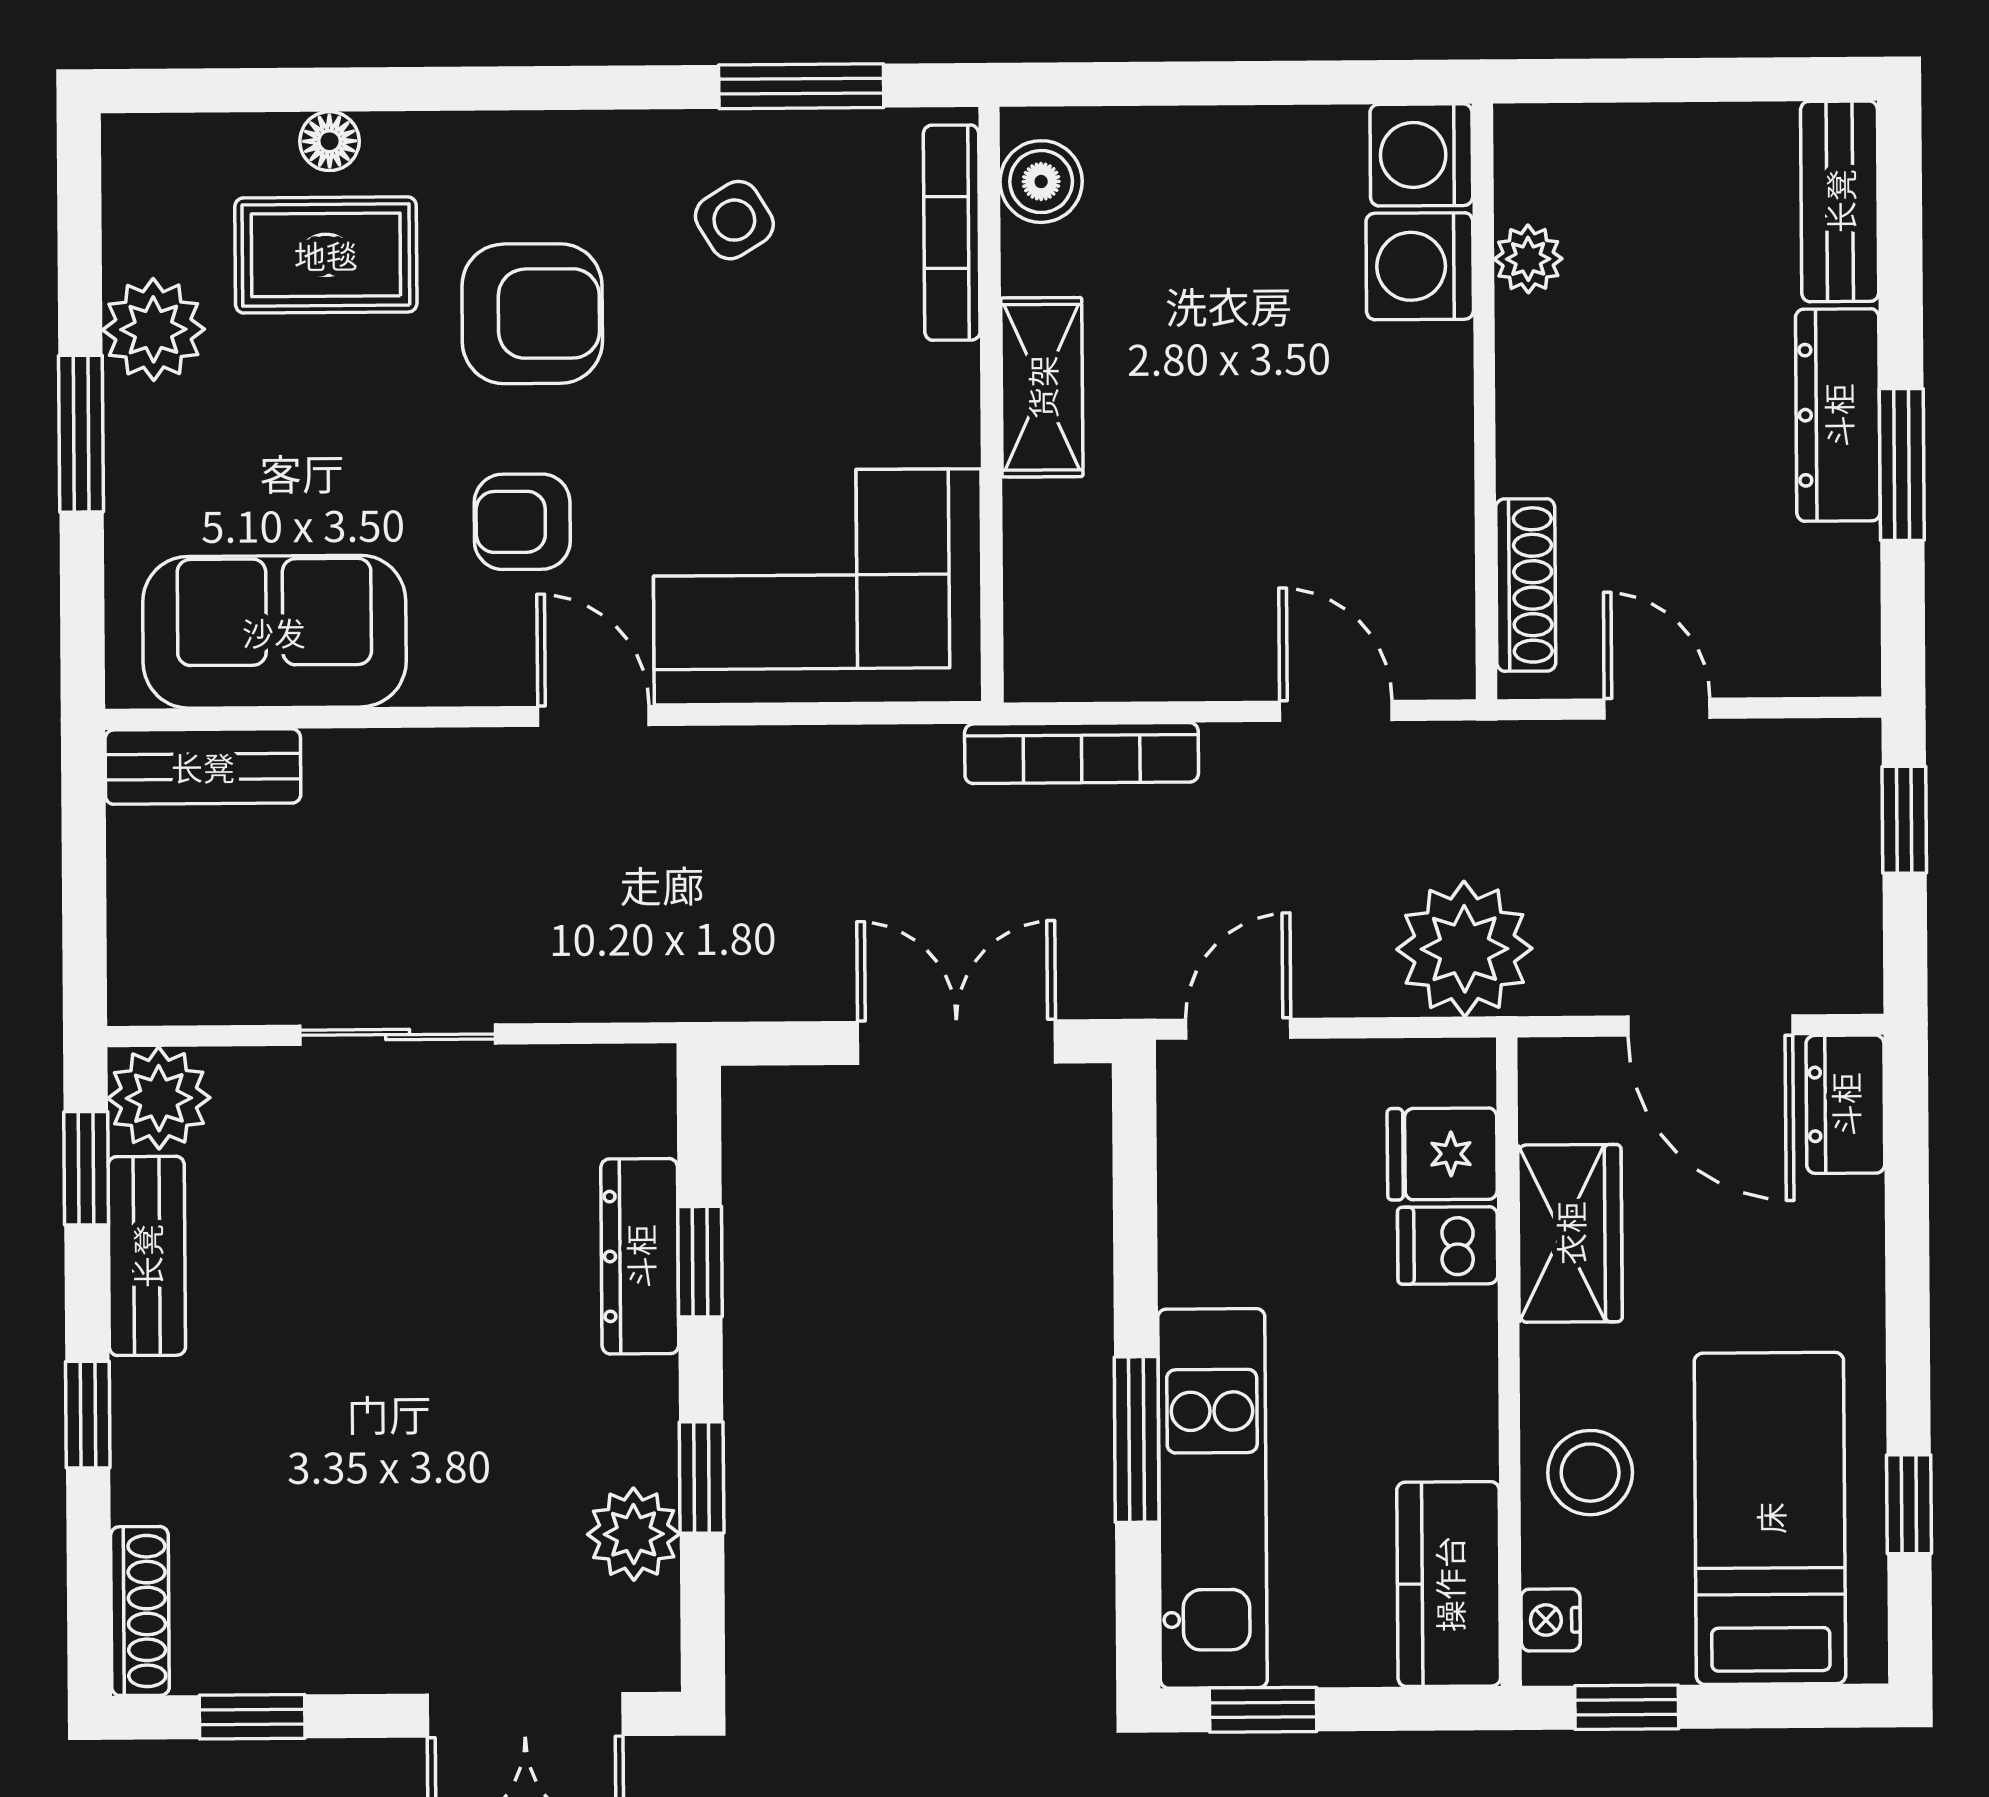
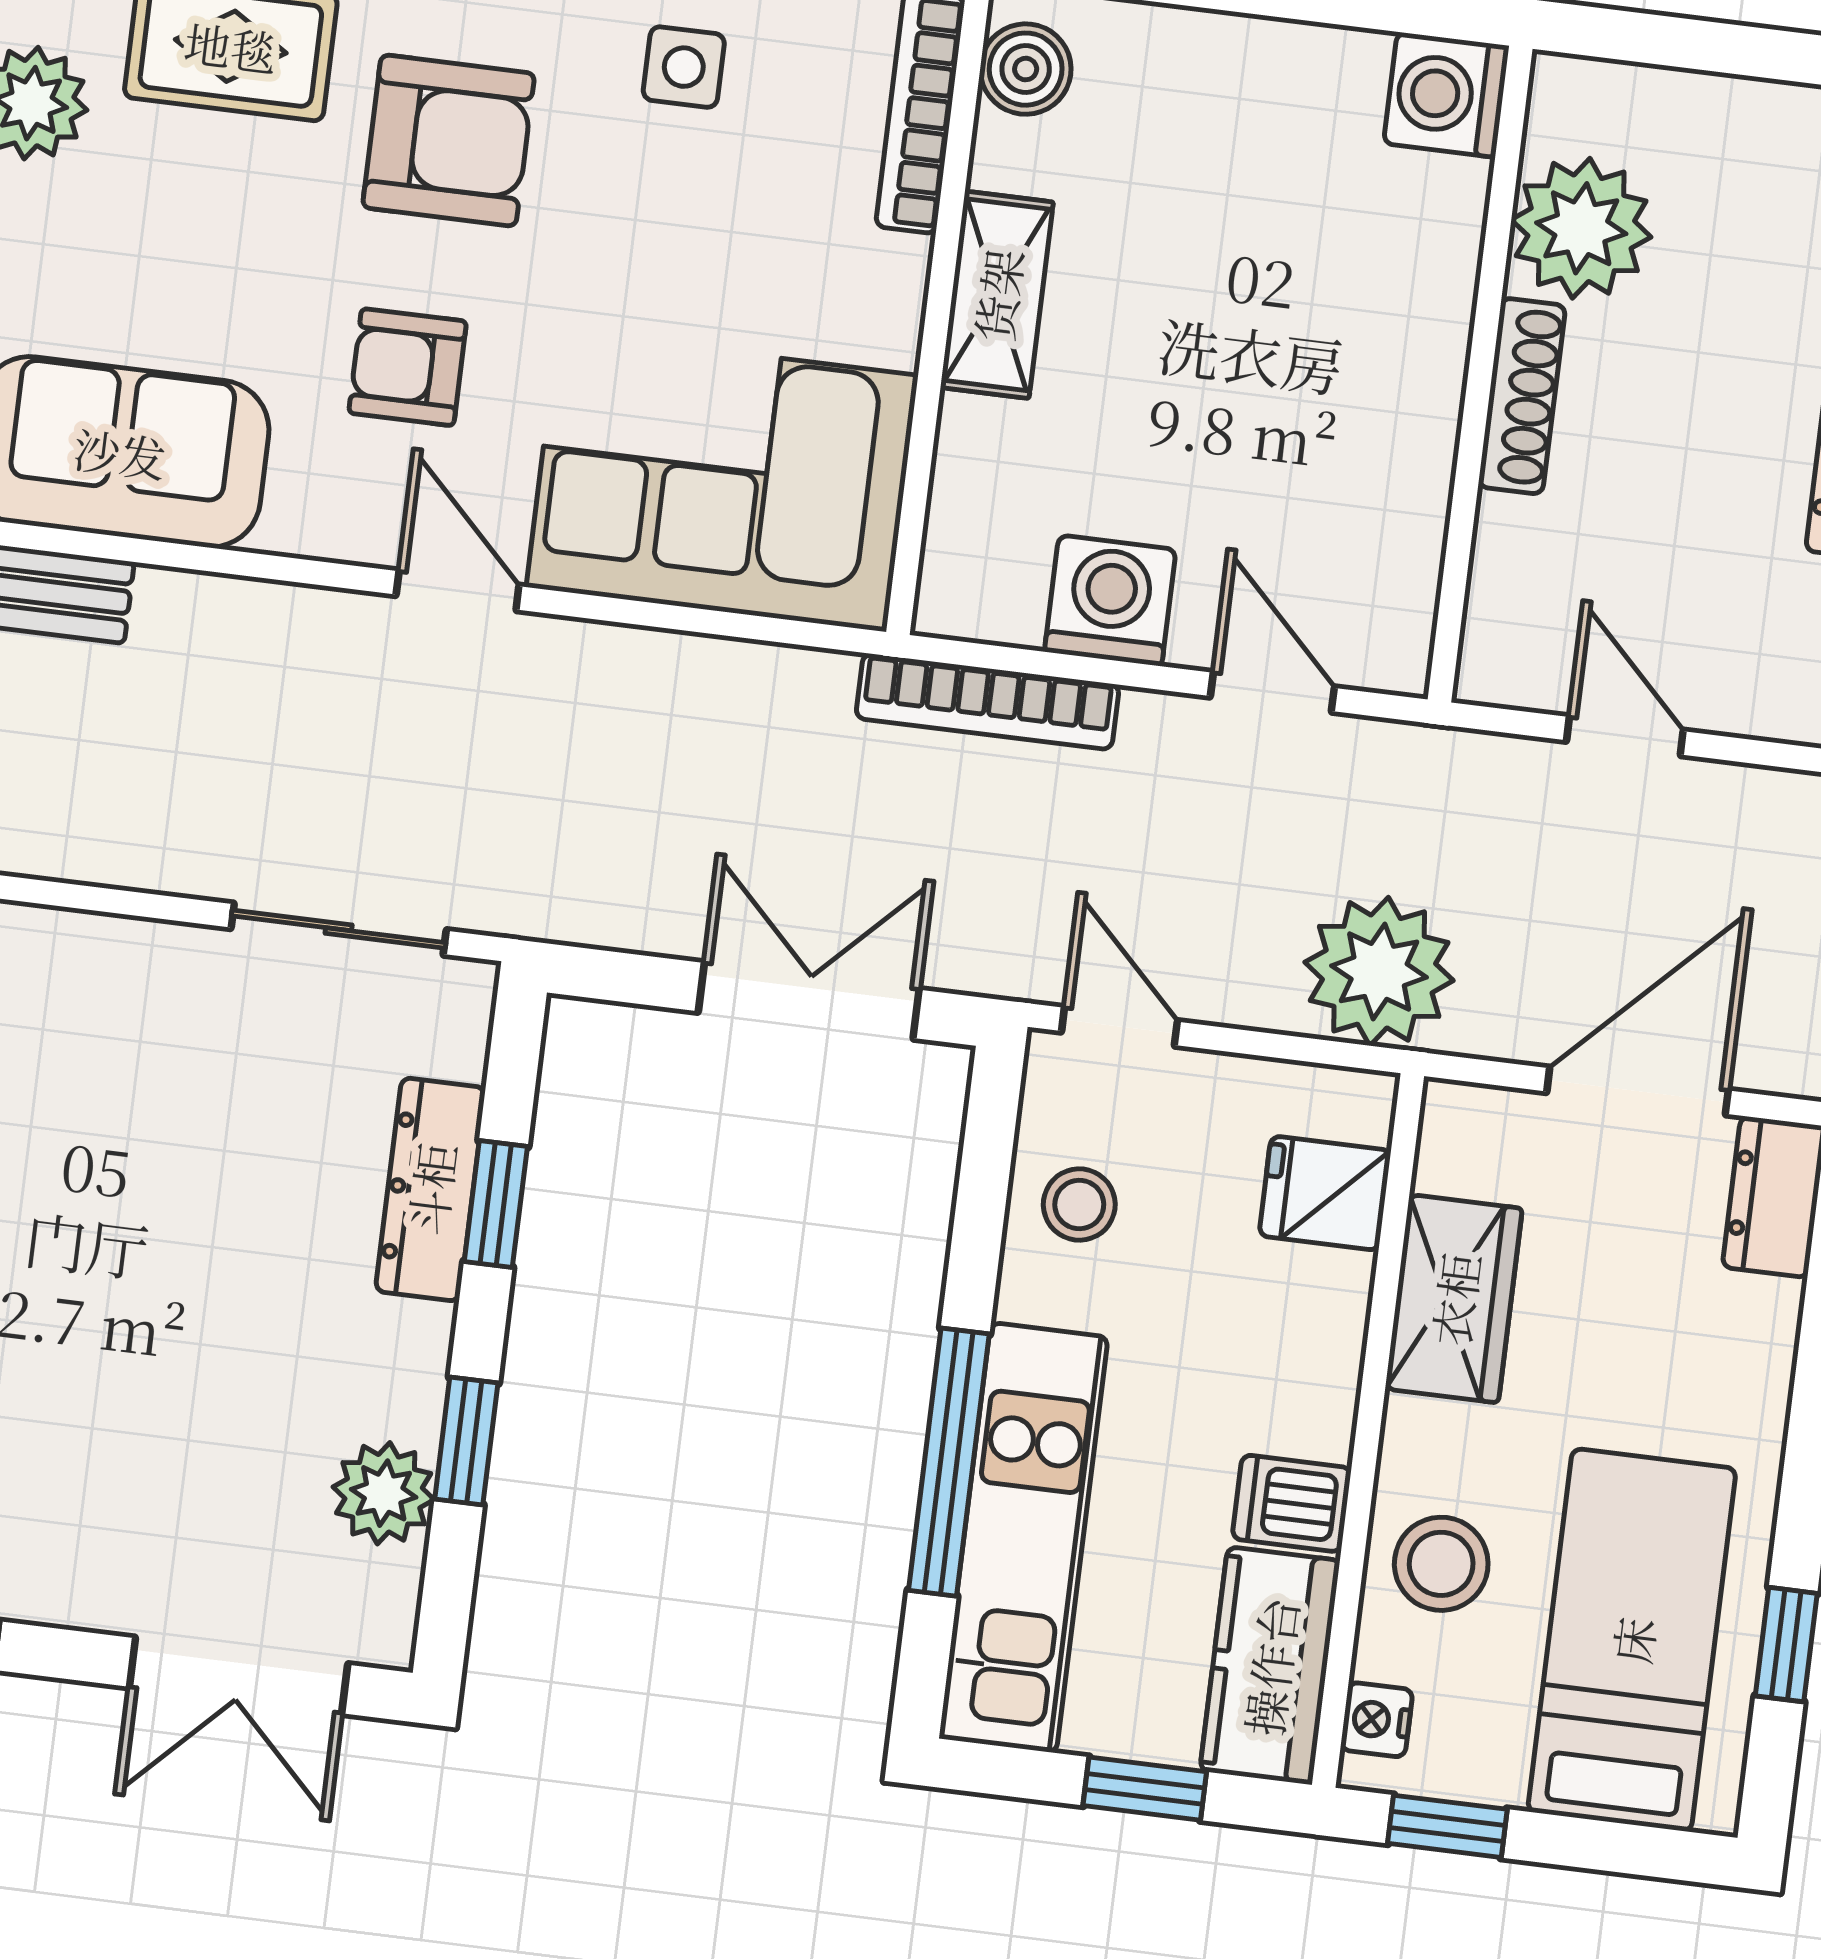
side table: (734, 220) -> (684, 67), turned 32
plant: (1528, 259) -> (1581, 228), width x1.87, depth x1.87
washing machine: (1420, 266) -> (1110, 601), moved, turned 90
shoe rack: (1526, 585) -> (1522, 396), moved
door: (1710, 1025) -> (1638, 1091), swing flipped
door: (1238, 1029) -> (1119, 1026), hinge flipped
sliding door: (398, 1035) -> (339, 929), moved
stool: (1223, 1193) -> (1079, 1205), added
dishwasher: (1448, 1245) -> (1292, 1503), moved
window: (1137, 1440) -> (949, 1462), width x1.44
window: (1263, 1710) -> (1145, 1789), moved

